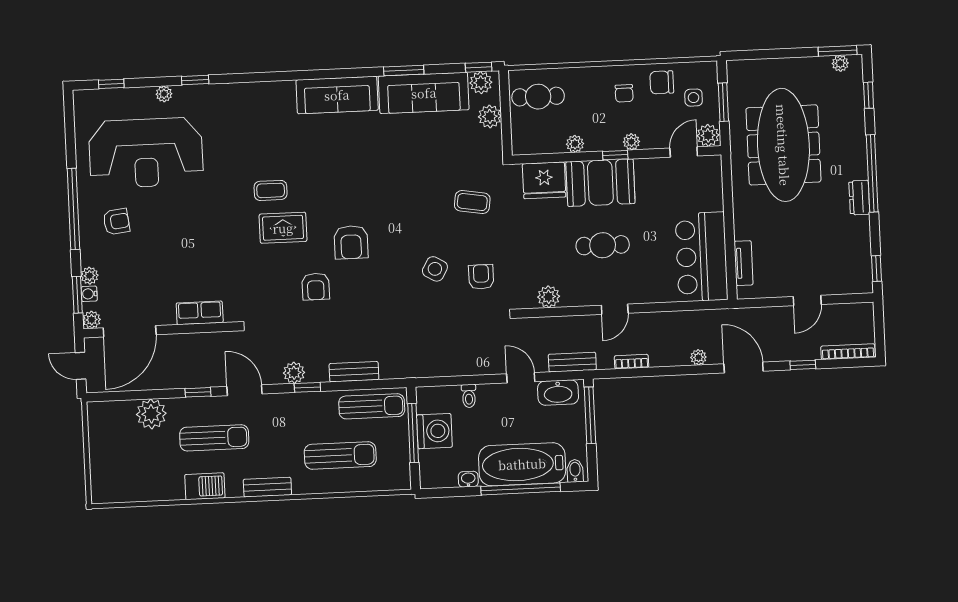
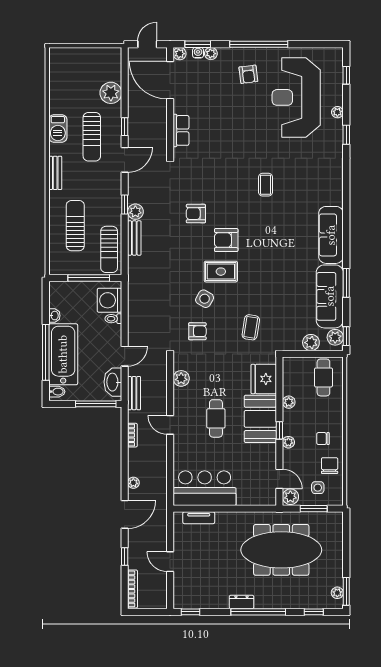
rug: (283, 228) -> (221, 272), moved, turned 90
plant: (294, 373) -> (135, 212), moved
washing machine: (434, 431) -> (109, 300), moved, turned 90
sun lounger: (340, 455) -> (75, 226), turned 180

